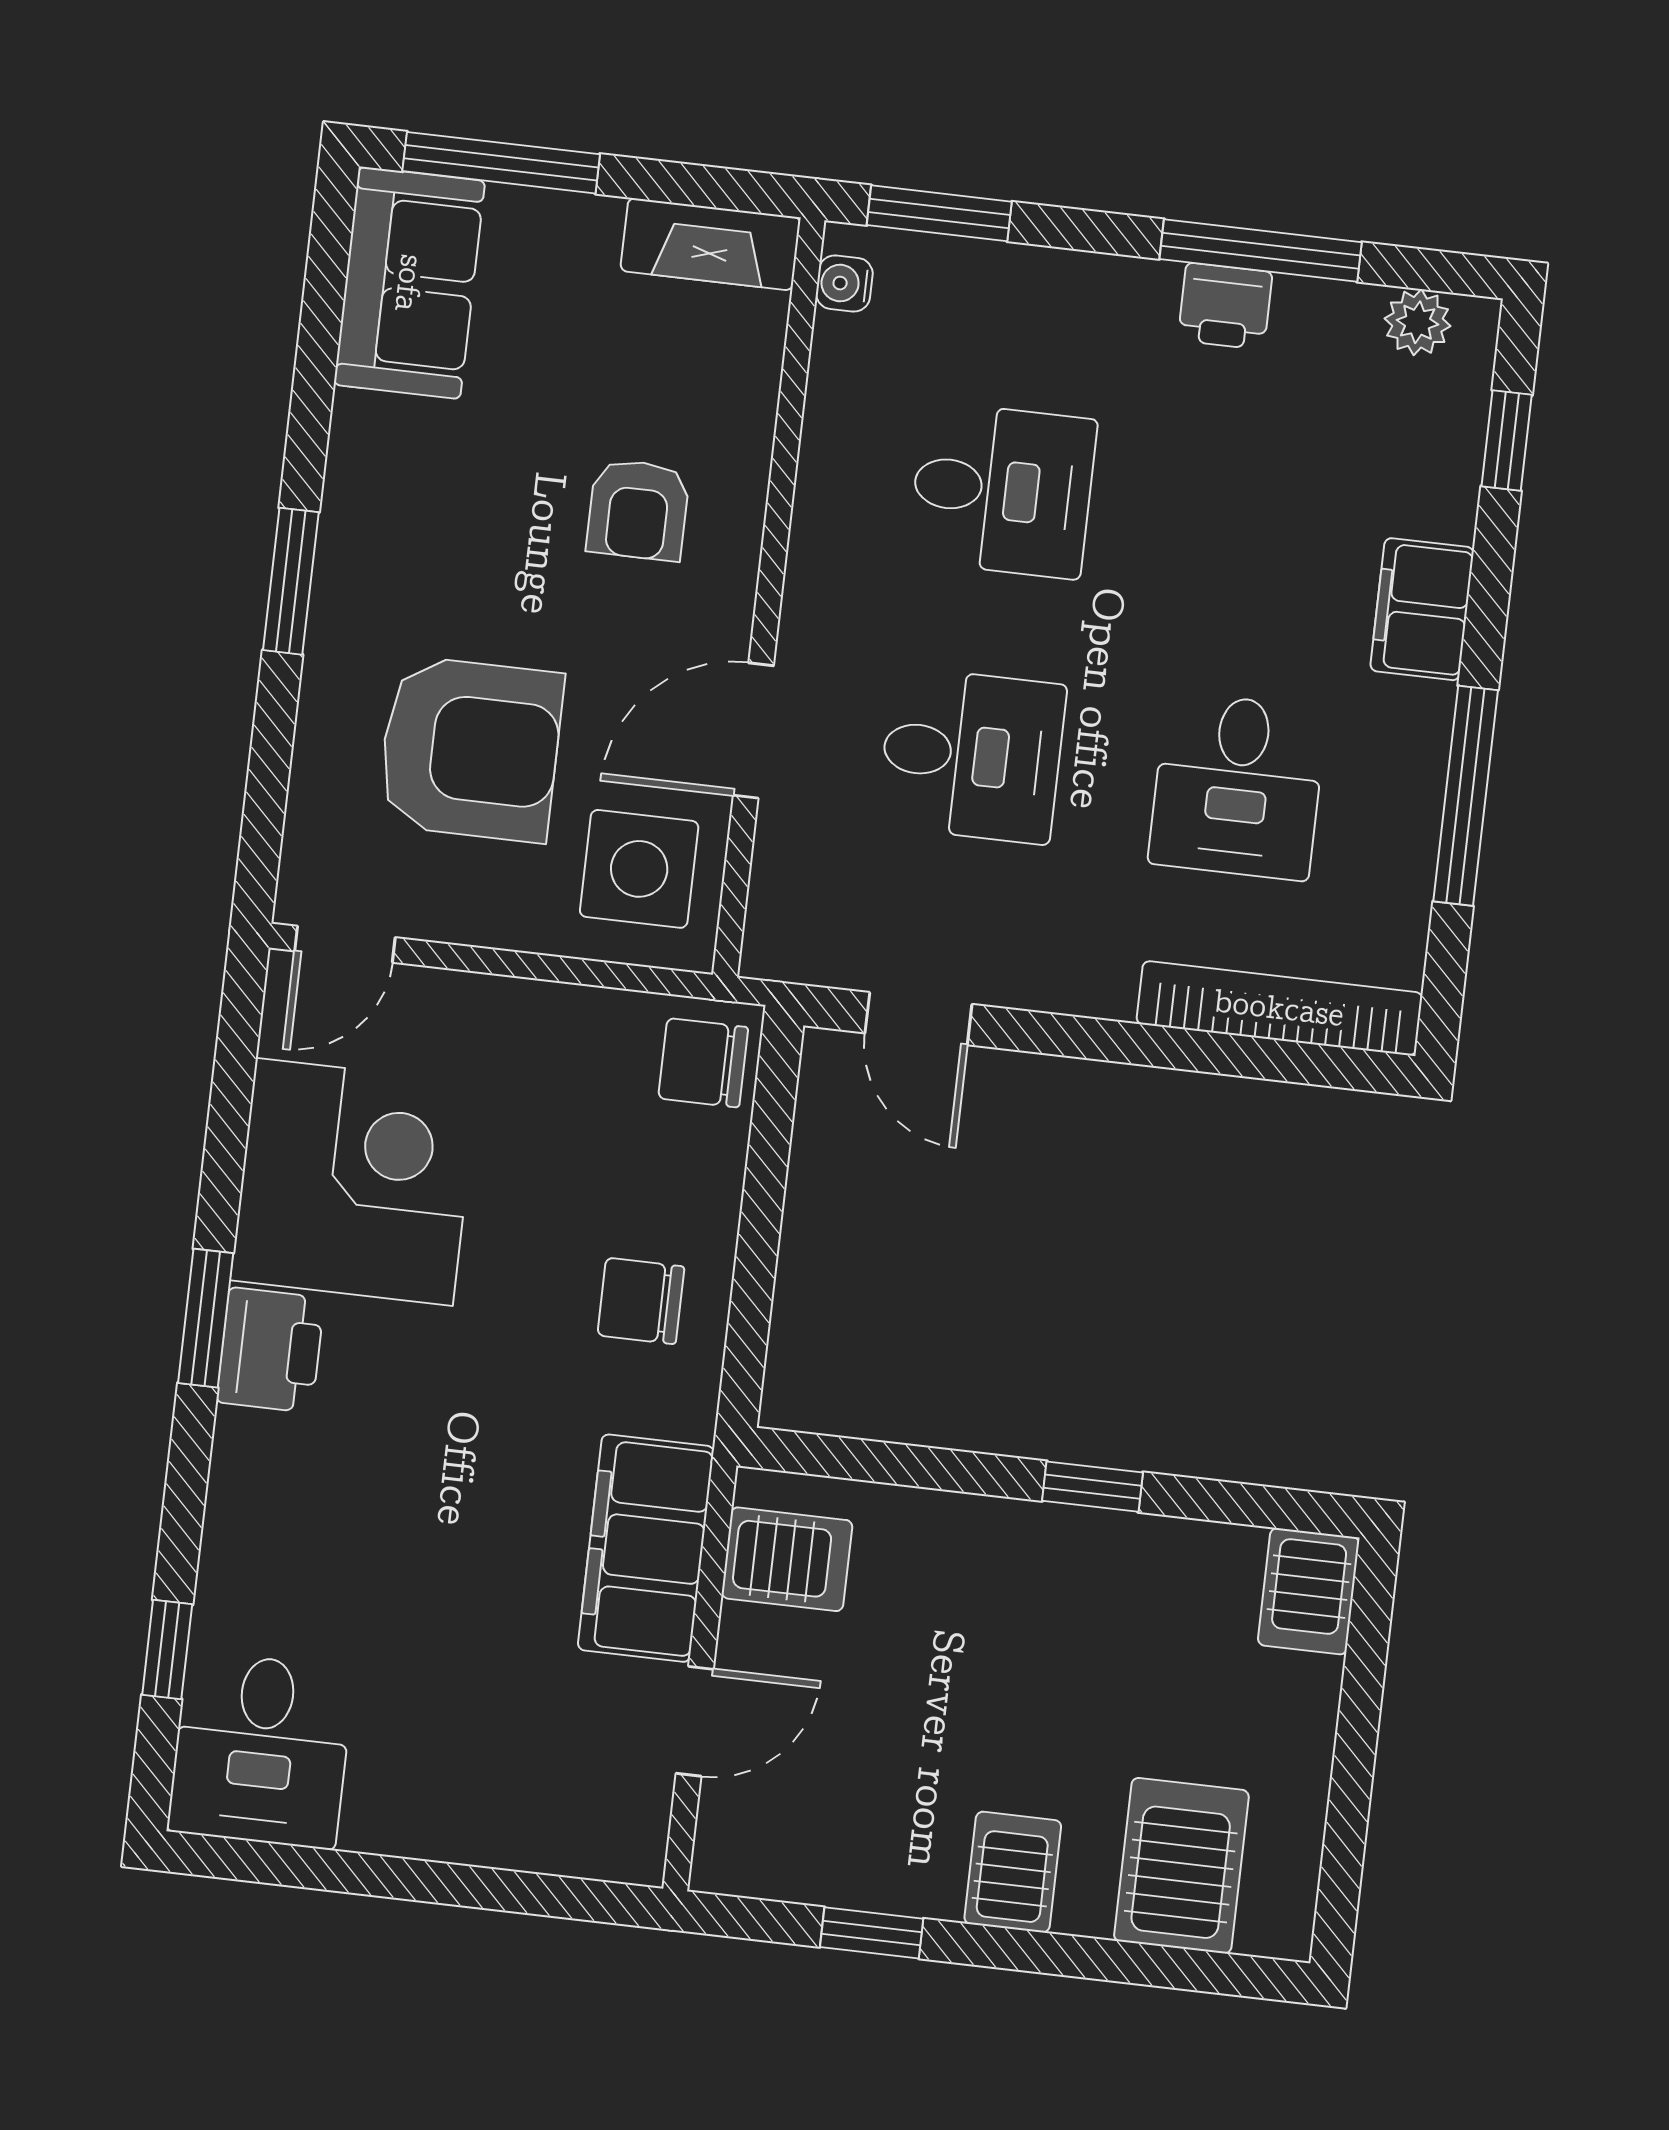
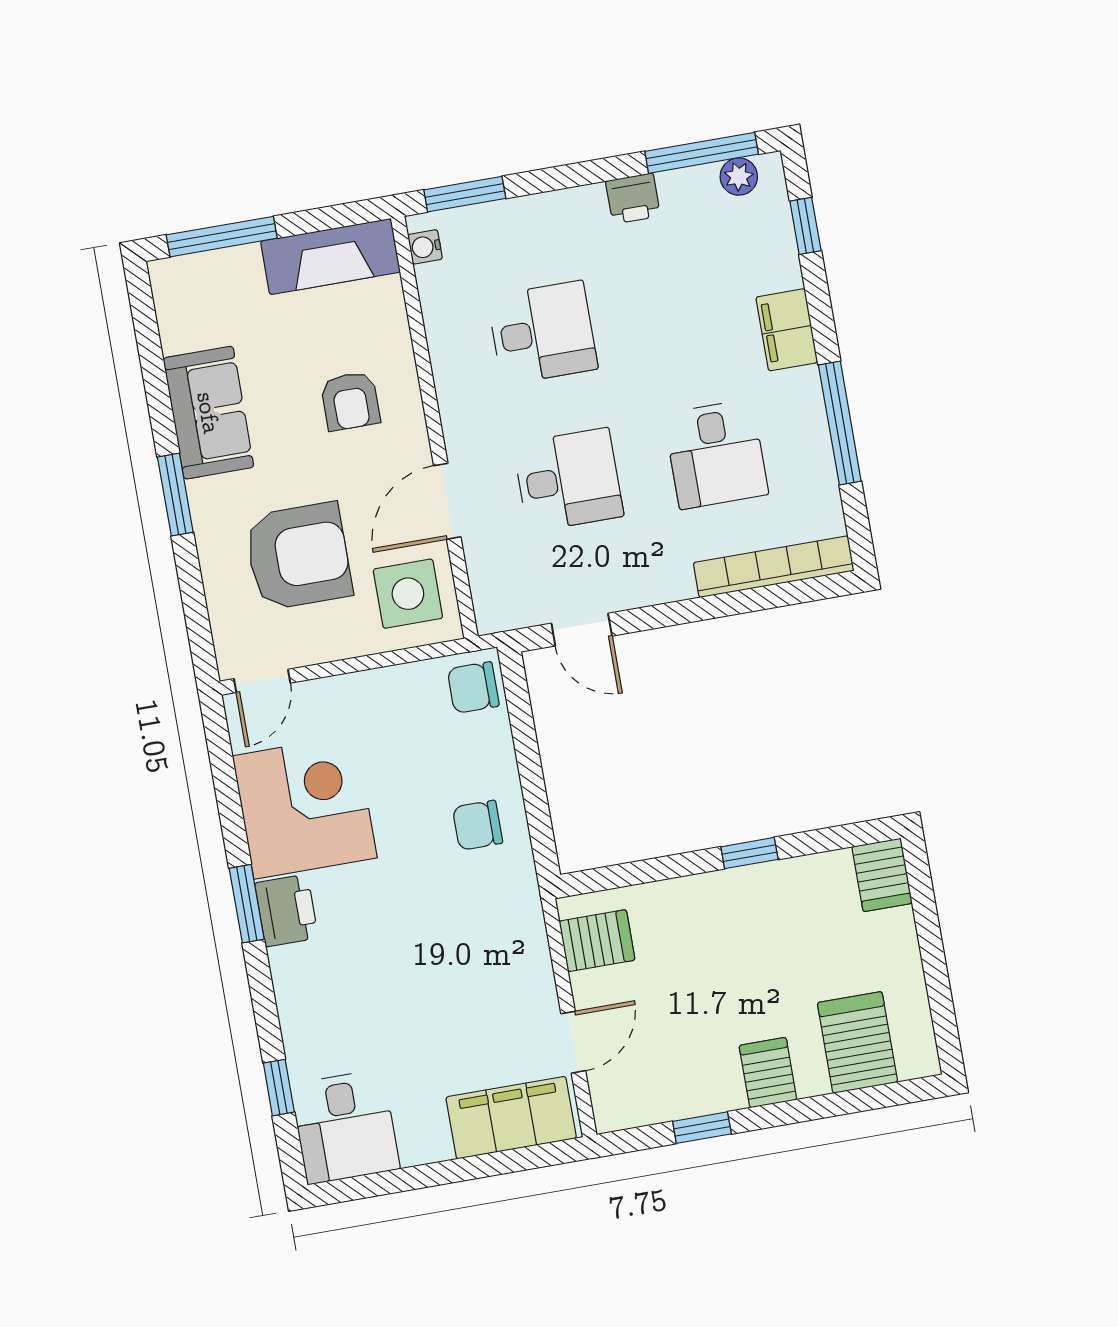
fireplace: (710, 244) -> (330, 257), width x1.37, depth x1.32
window: (1261, 251) -> (702, 153), moved
sofa: (409, 283) -> (208, 413), moved
filing cabinet: (646, 1548) -> (511, 1118), moved, turned 90

